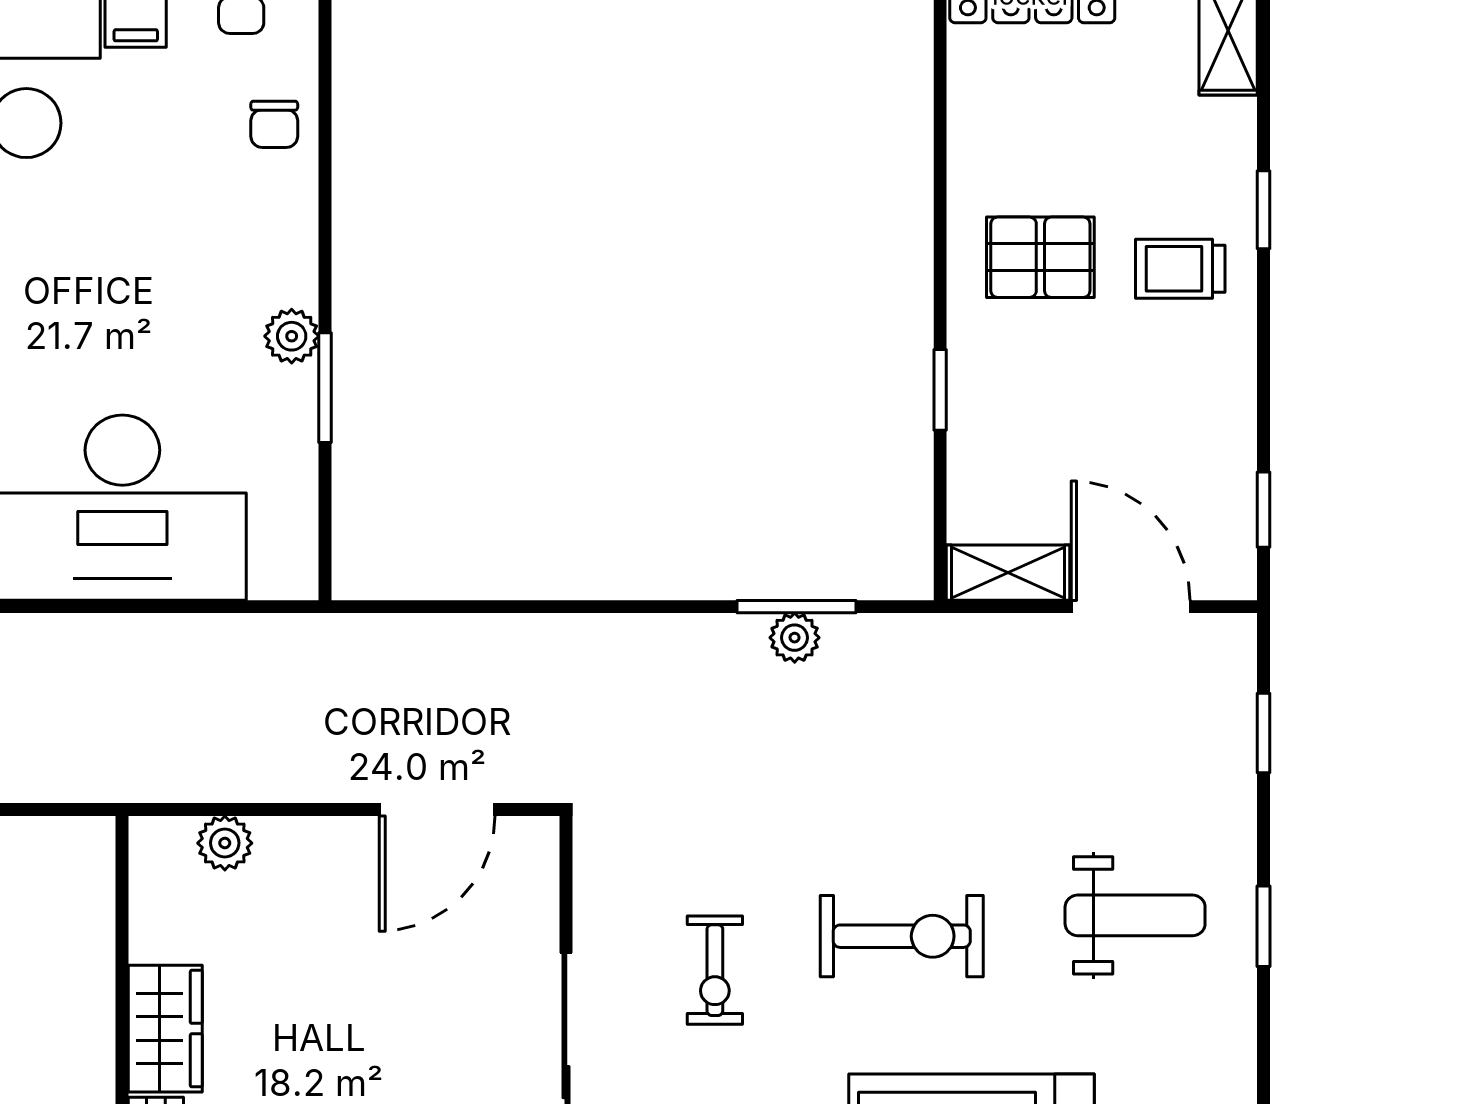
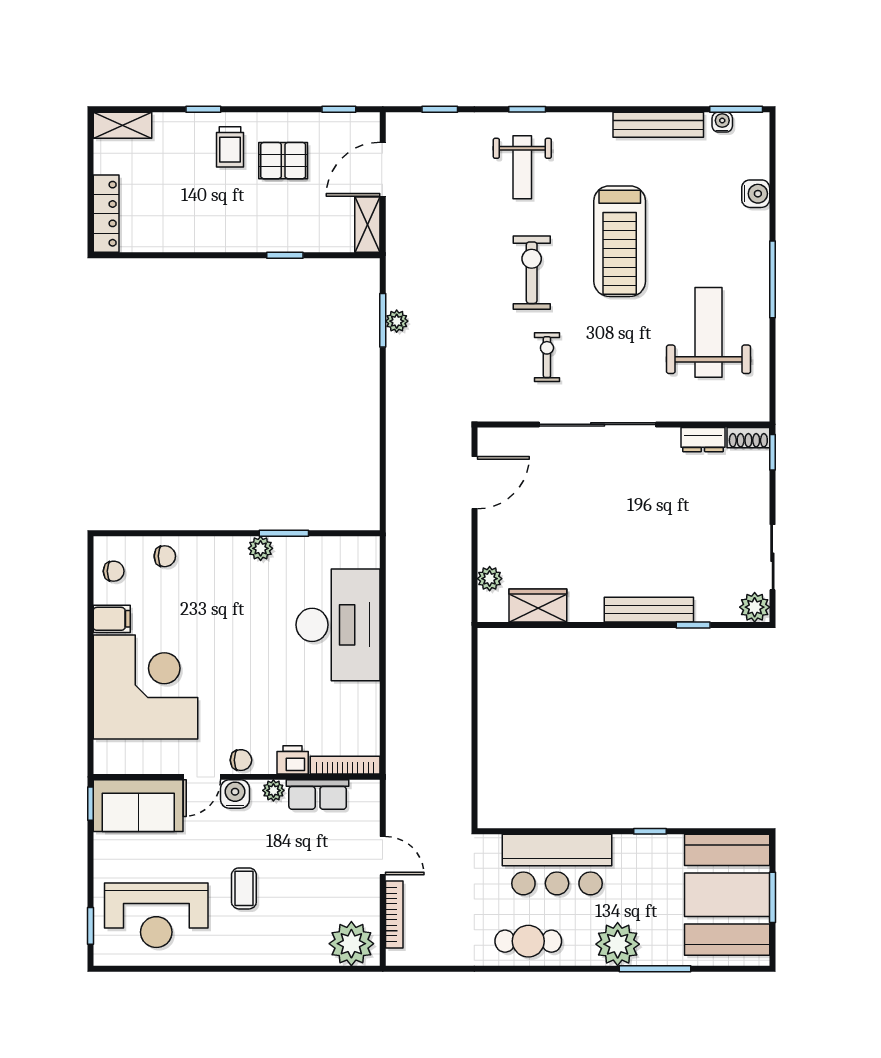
pallet: (1040, 257) -> (283, 161), moved, turned 90
door: (437, 810) -> (474, 483), hinge flipped
weight bench: (1135, 915) -> (522, 167), turned 180
exercise bike: (715, 970) -> (547, 357), turned -90
wardrobe: (165, 1029) -> (538, 605), moved

